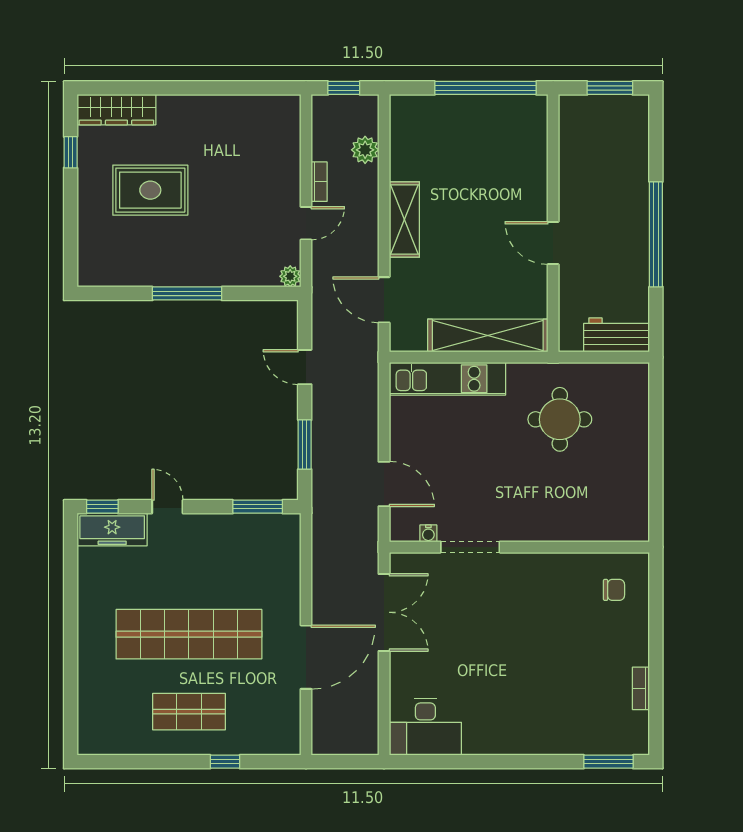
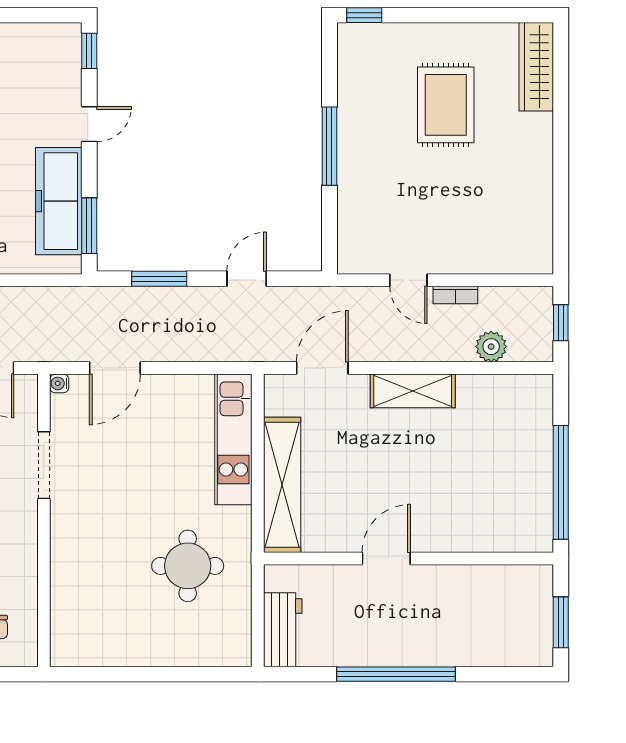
window: (71, 152) -> (364, 15), moved
plant: (290, 276) -> (349, 262), removed
freezer: (112, 530) -> (59, 201), moved, width x1.36, depth x1.26
water cooler: (428, 533) -> (59, 383), moved

